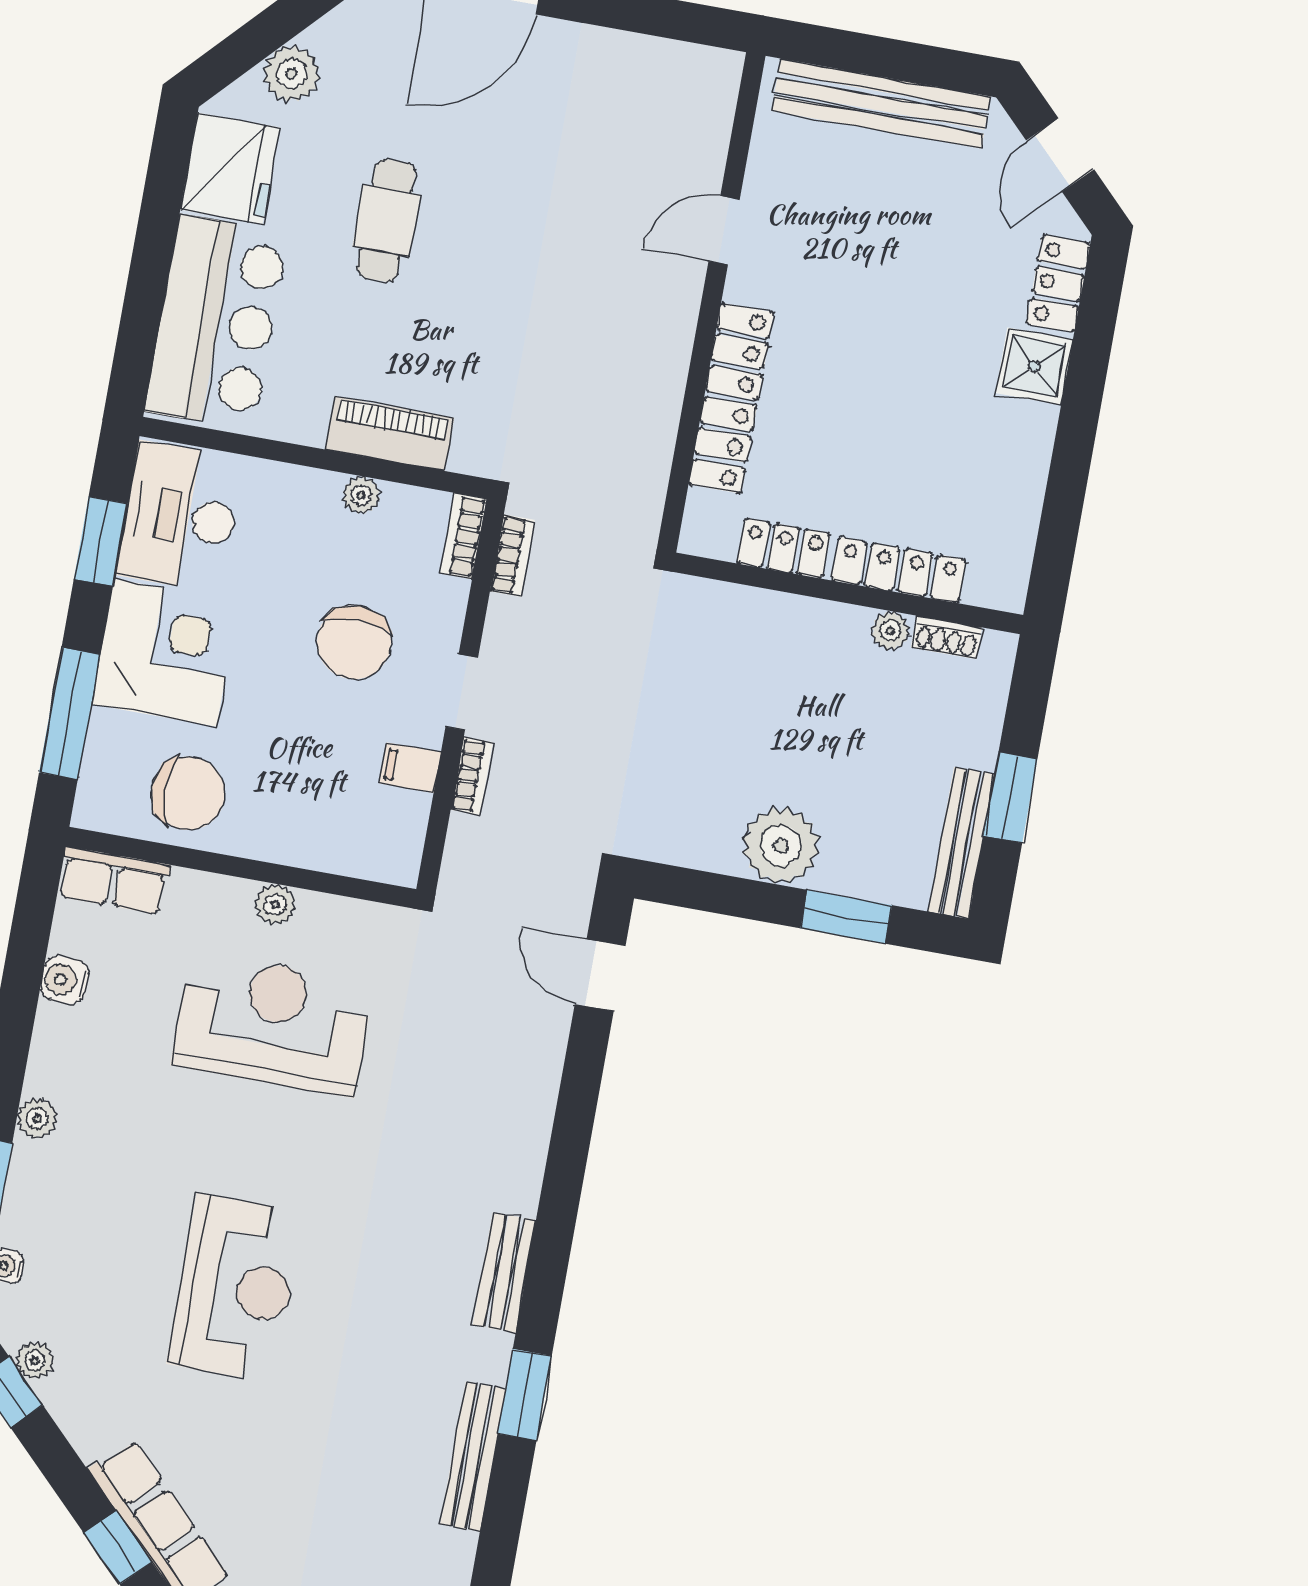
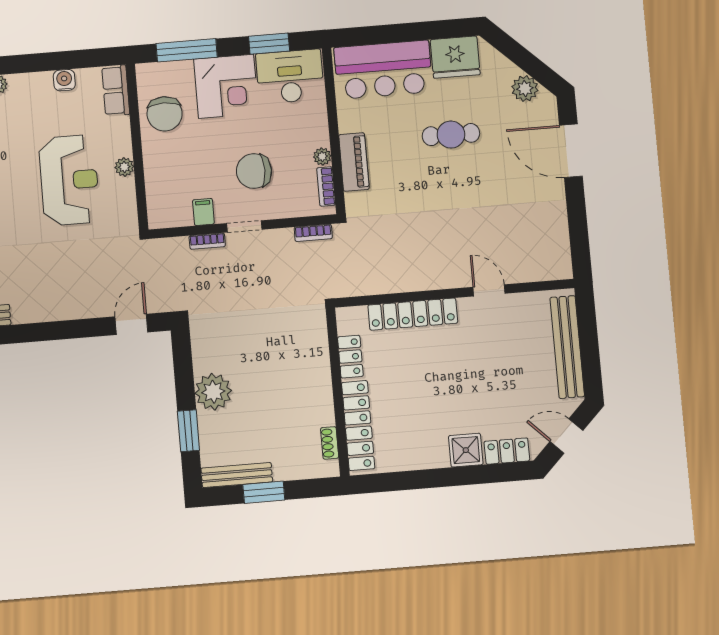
plant: (292, 74) -> (525, 89), moved
bookcase: (463, 536) -> (326, 186), moved, turned -90
locker: (899, 570) -> (358, 426), width x1.41, depth x1.21
plant: (890, 631) -> (326, 416), removed

